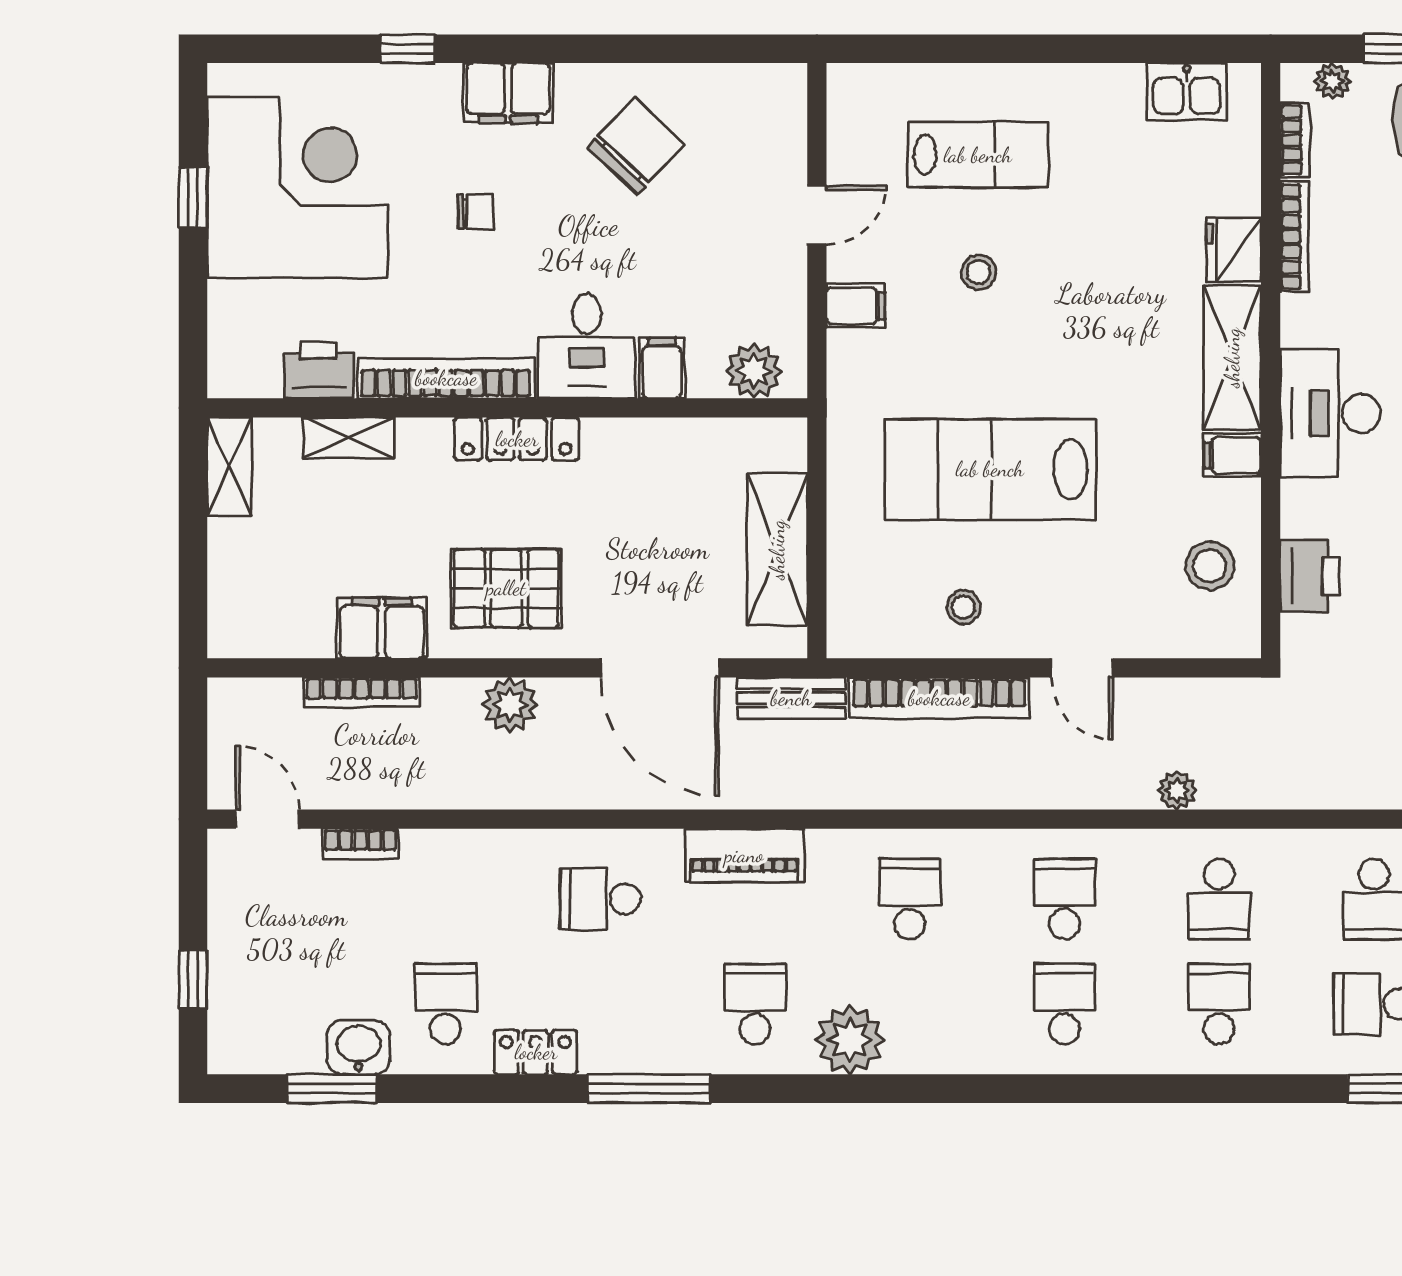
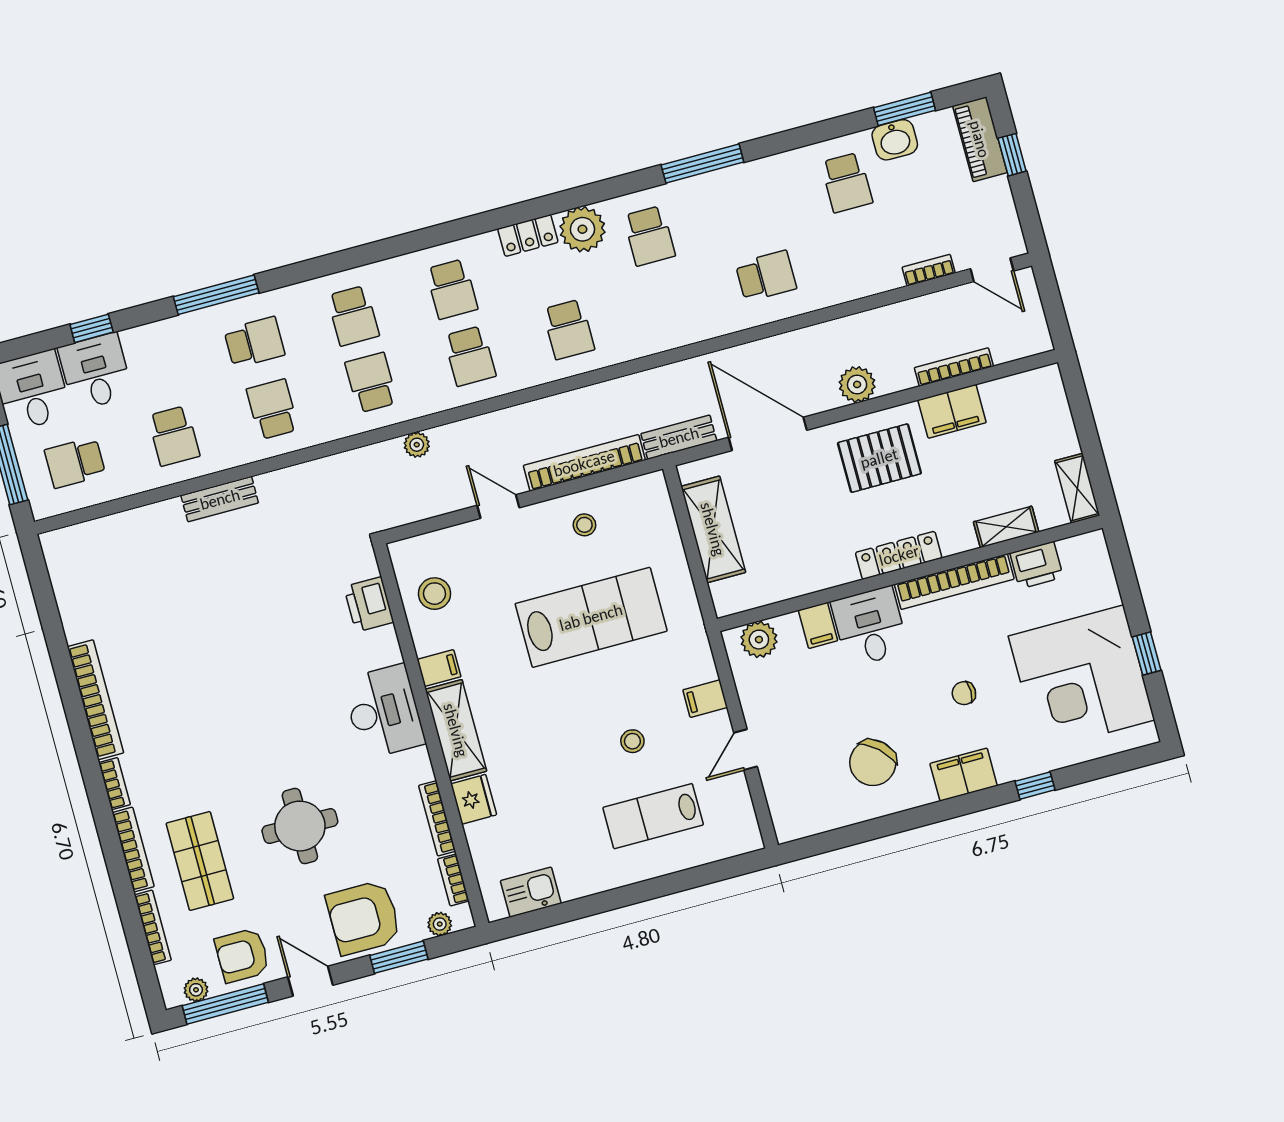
piano: (744, 855) -> (980, 139), moved, turned -90
locker: (536, 1052) -> (528, 235), moved

